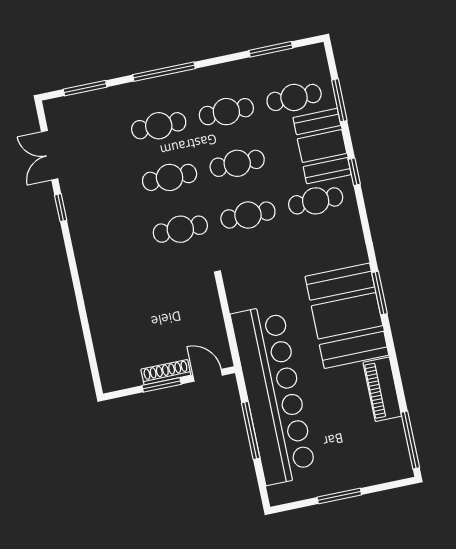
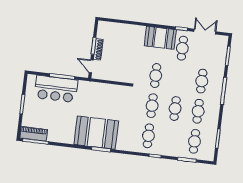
booth: (322, 146) -> (160, 38), moved
cafe table: (170, 177) -> (182, 48), moved
door: (208, 375) -> (91, 66), swing flipped
piano: (382, 389) -> (34, 134), moved
bar counter: (273, 395) -> (56, 89), width x0.54

